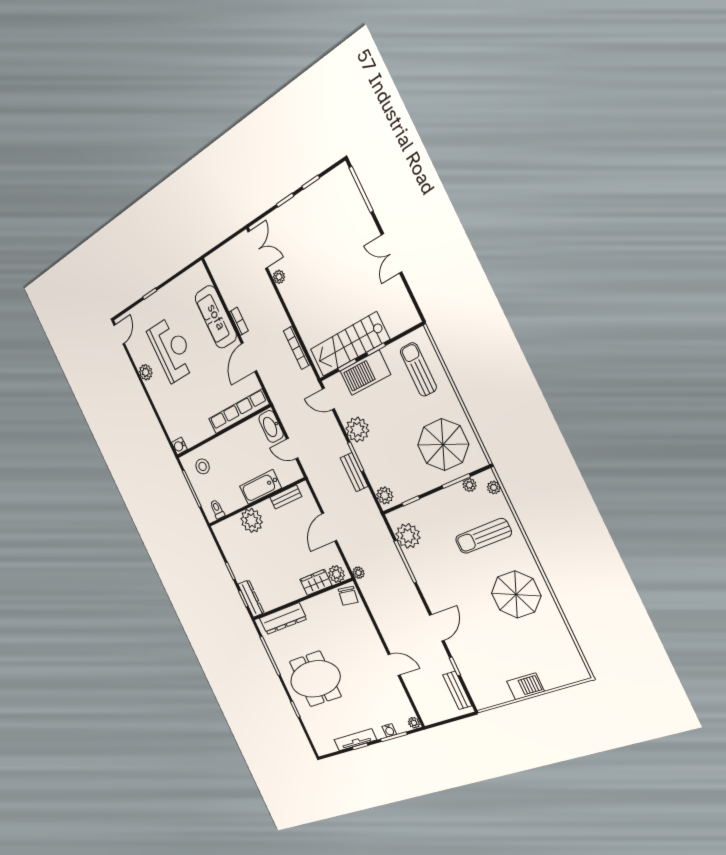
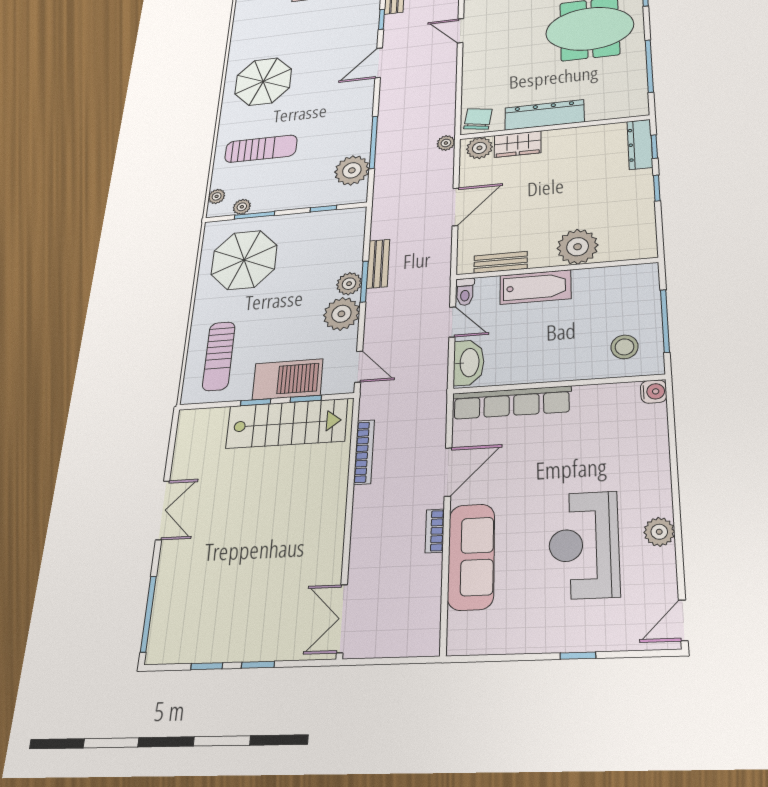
plant: (279, 277) -> (332, 562), removed
plant: (385, 495) -> (349, 284), moved
toilet: (217, 509) -> (465, 292), moved
dresser: (283, 619) -> (544, 115), moved

